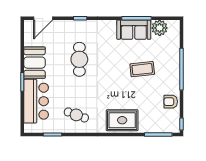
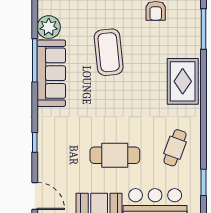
sofa: (134, 30) -> (51, 73), width x1.36
cafe table: (79, 59) -> (115, 155), moved
coffee table: (142, 69) -> (109, 52), width x1.36, depth x1.32

